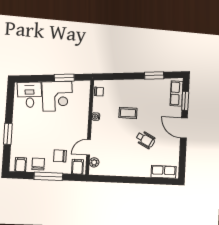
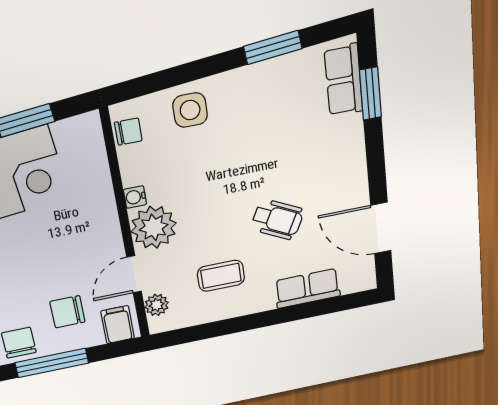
side table: (122, 90) -> (190, 110), added
coffee table: (128, 113) -> (221, 276), moved
door: (184, 128) -> (381, 228), moved
plant: (100, 130) -> (154, 227), added
row of seats: (164, 172) -> (307, 288), moved

